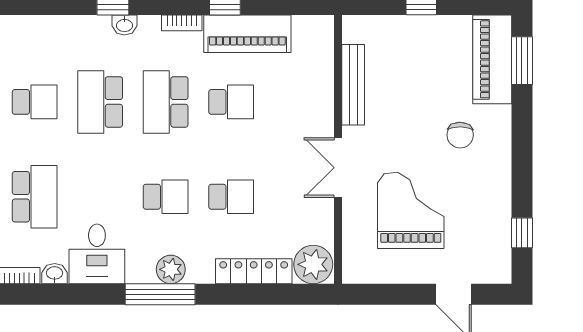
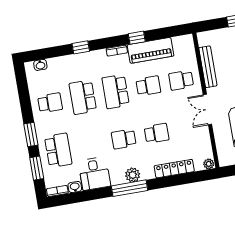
washbasin: (124, 25) -> (40, 65), moved
school desk: (297, 102) -> (181, 80), added
school desk: (166, 197) -> (124, 139), turned 180
plant: (313, 264) -> (209, 164), width x0.53, depth x0.53

